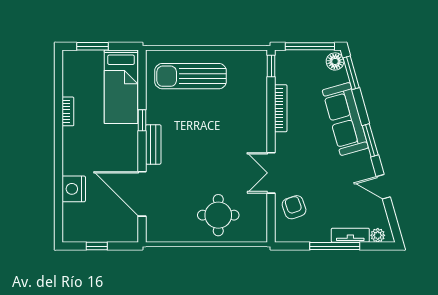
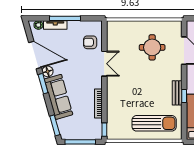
floor lamp: (335, 61) -> (48, 71), moved
bench: (153, 144) -> (177, 93), moved
door: (383, 187) -> (35, 55), width x1.87
armchair: (294, 207) -> (90, 42), turned 109
round table: (218, 215) -> (152, 47), moved

